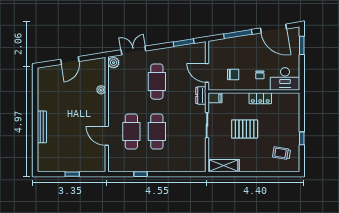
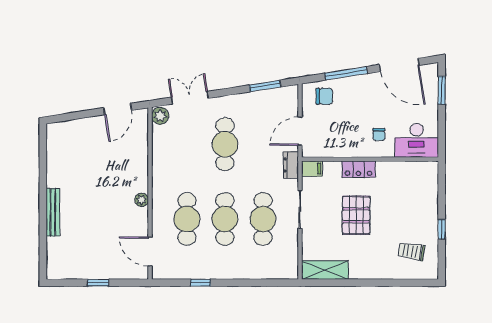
door: (70, 60) -> (118, 109), moved
door: (207, 73) -> (300, 131), hinge flipped
chair: (233, 74) -> (324, 96), moved
plant: (101, 90) -> (142, 200), moved
locker: (260, 98) -> (359, 169), moved
pallet: (245, 129) -> (356, 215), turned 90
cafe table: (182, 131) -> (263, 219), added
door: (107, 136) -> (150, 251), moved

